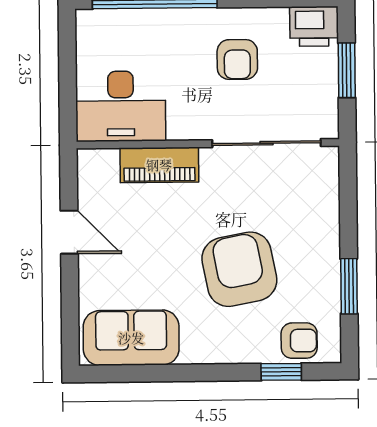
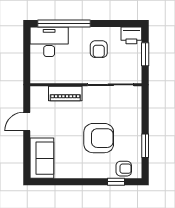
desk: (121, 106) -> (49, 42), moved, turned 180
door: (69, 232) -> (27, 122), swing flipped
armchair: (239, 269) -> (99, 138), turned 101
sofa: (131, 338) -> (42, 158), moved, turned 90

